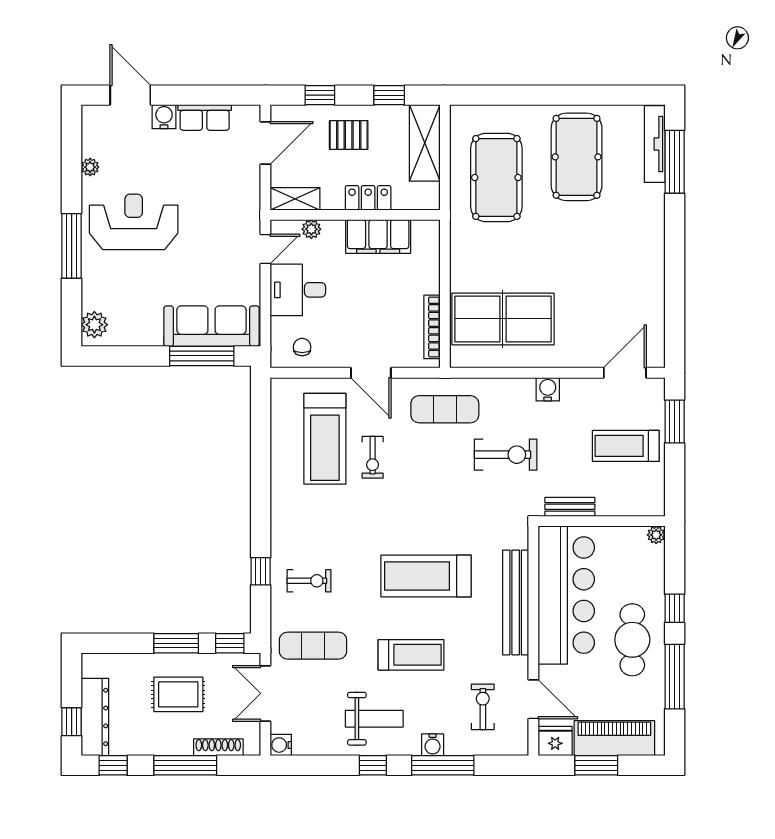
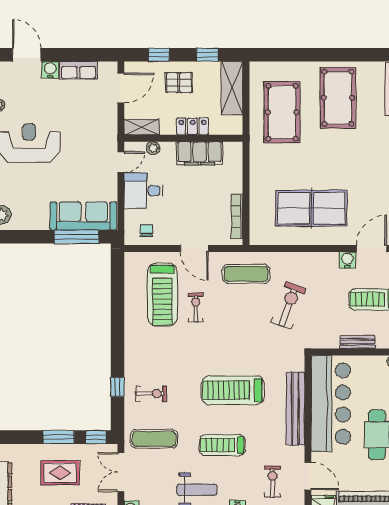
table tennis table: (503, 319) -> (311, 208), moved
water cooler: (548, 389) -> (347, 260), moved
exercise bike: (506, 455) -> (288, 306), turned -70
exercise bike: (373, 457) -> (196, 307), turned 180
bench: (570, 507) -> (358, 342), moved
treadmill: (411, 655) -> (222, 445), turned 180

